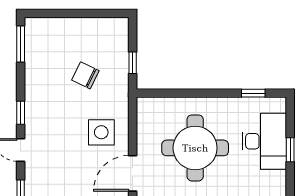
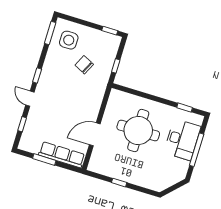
window: (108, 13) -> (110, 31), added
side table: (101, 132) -> (69, 40), moved
window: (290, 150) -> (197, 150), width x2.17

